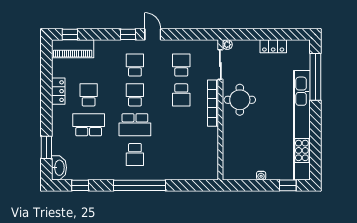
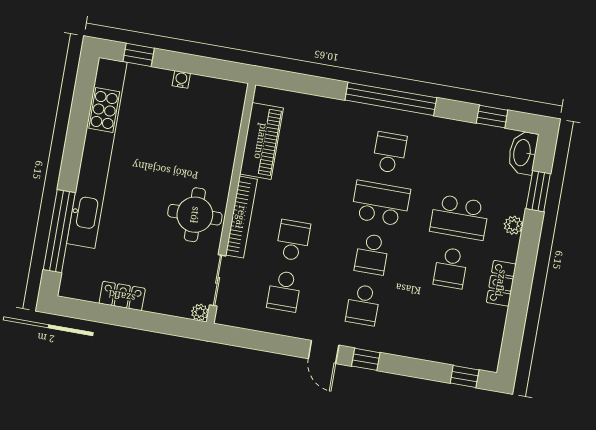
piano: (73, 49) -> (261, 141), moved, turned 90
plant: (57, 125) -> (513, 225), added

